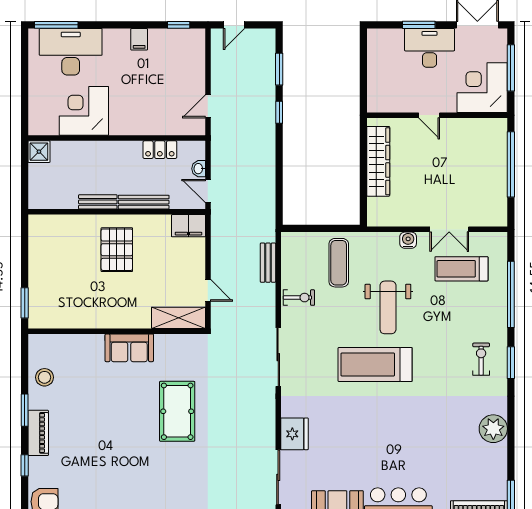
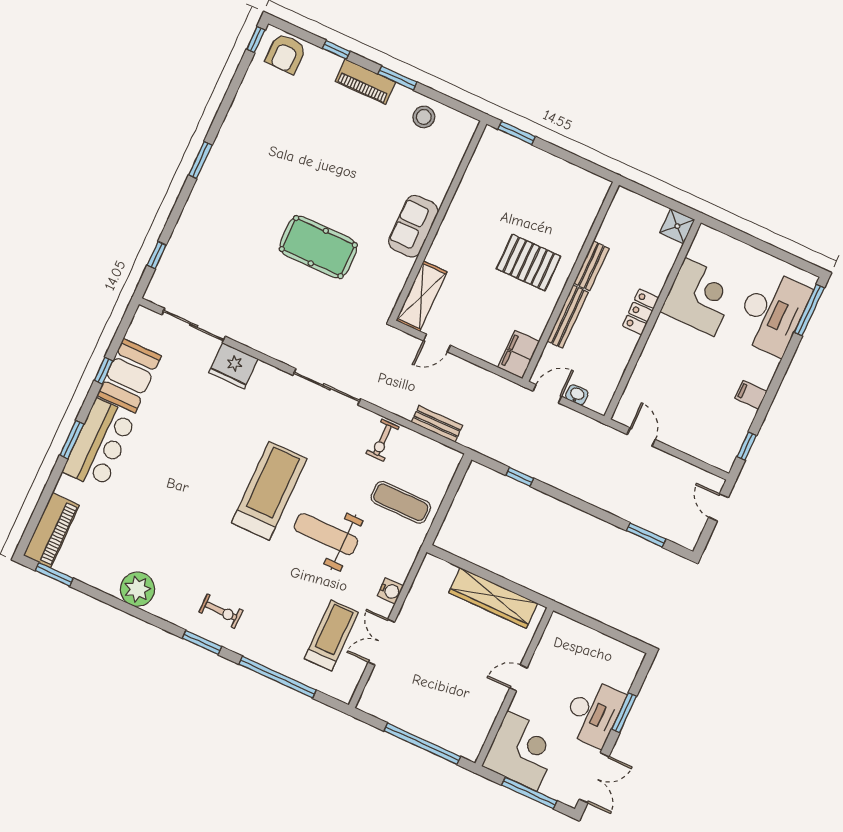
window: (279, 112) -> (520, 477), moved
locker: (160, 150) -> (641, 312), moved

